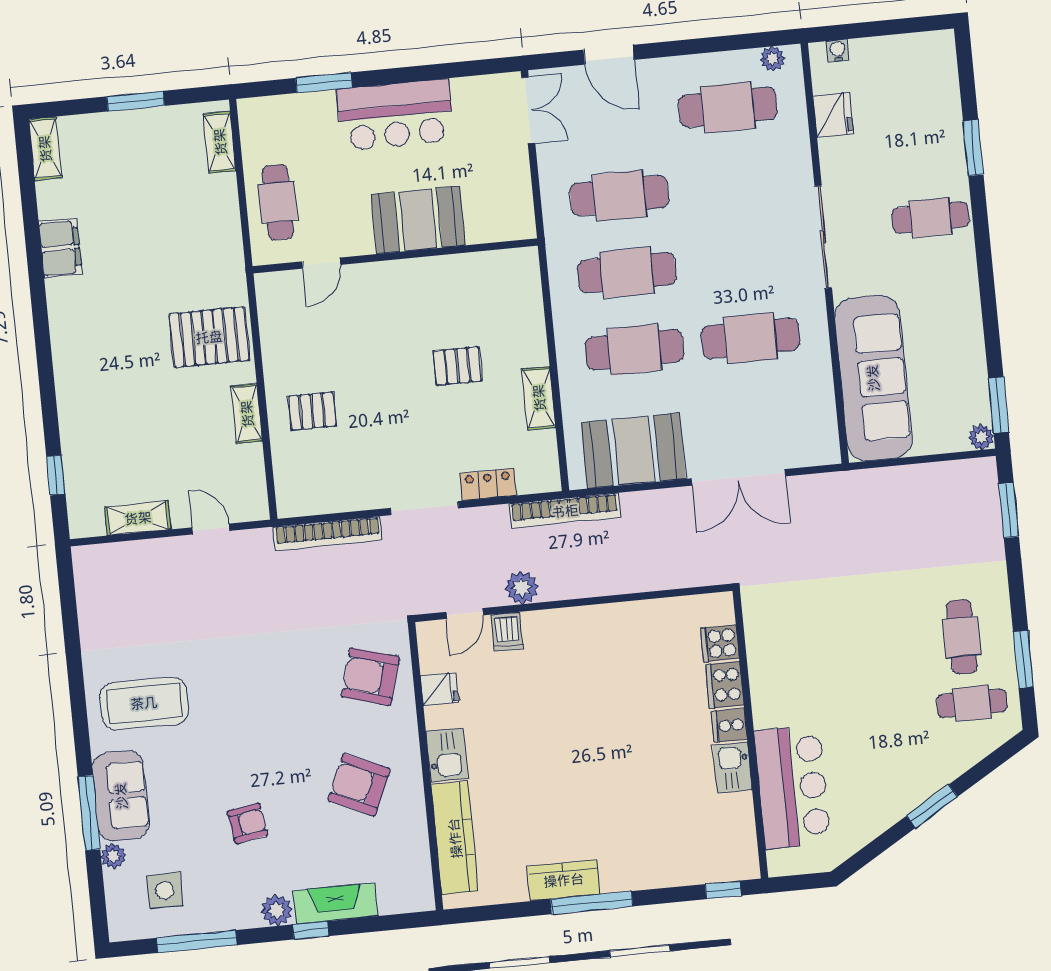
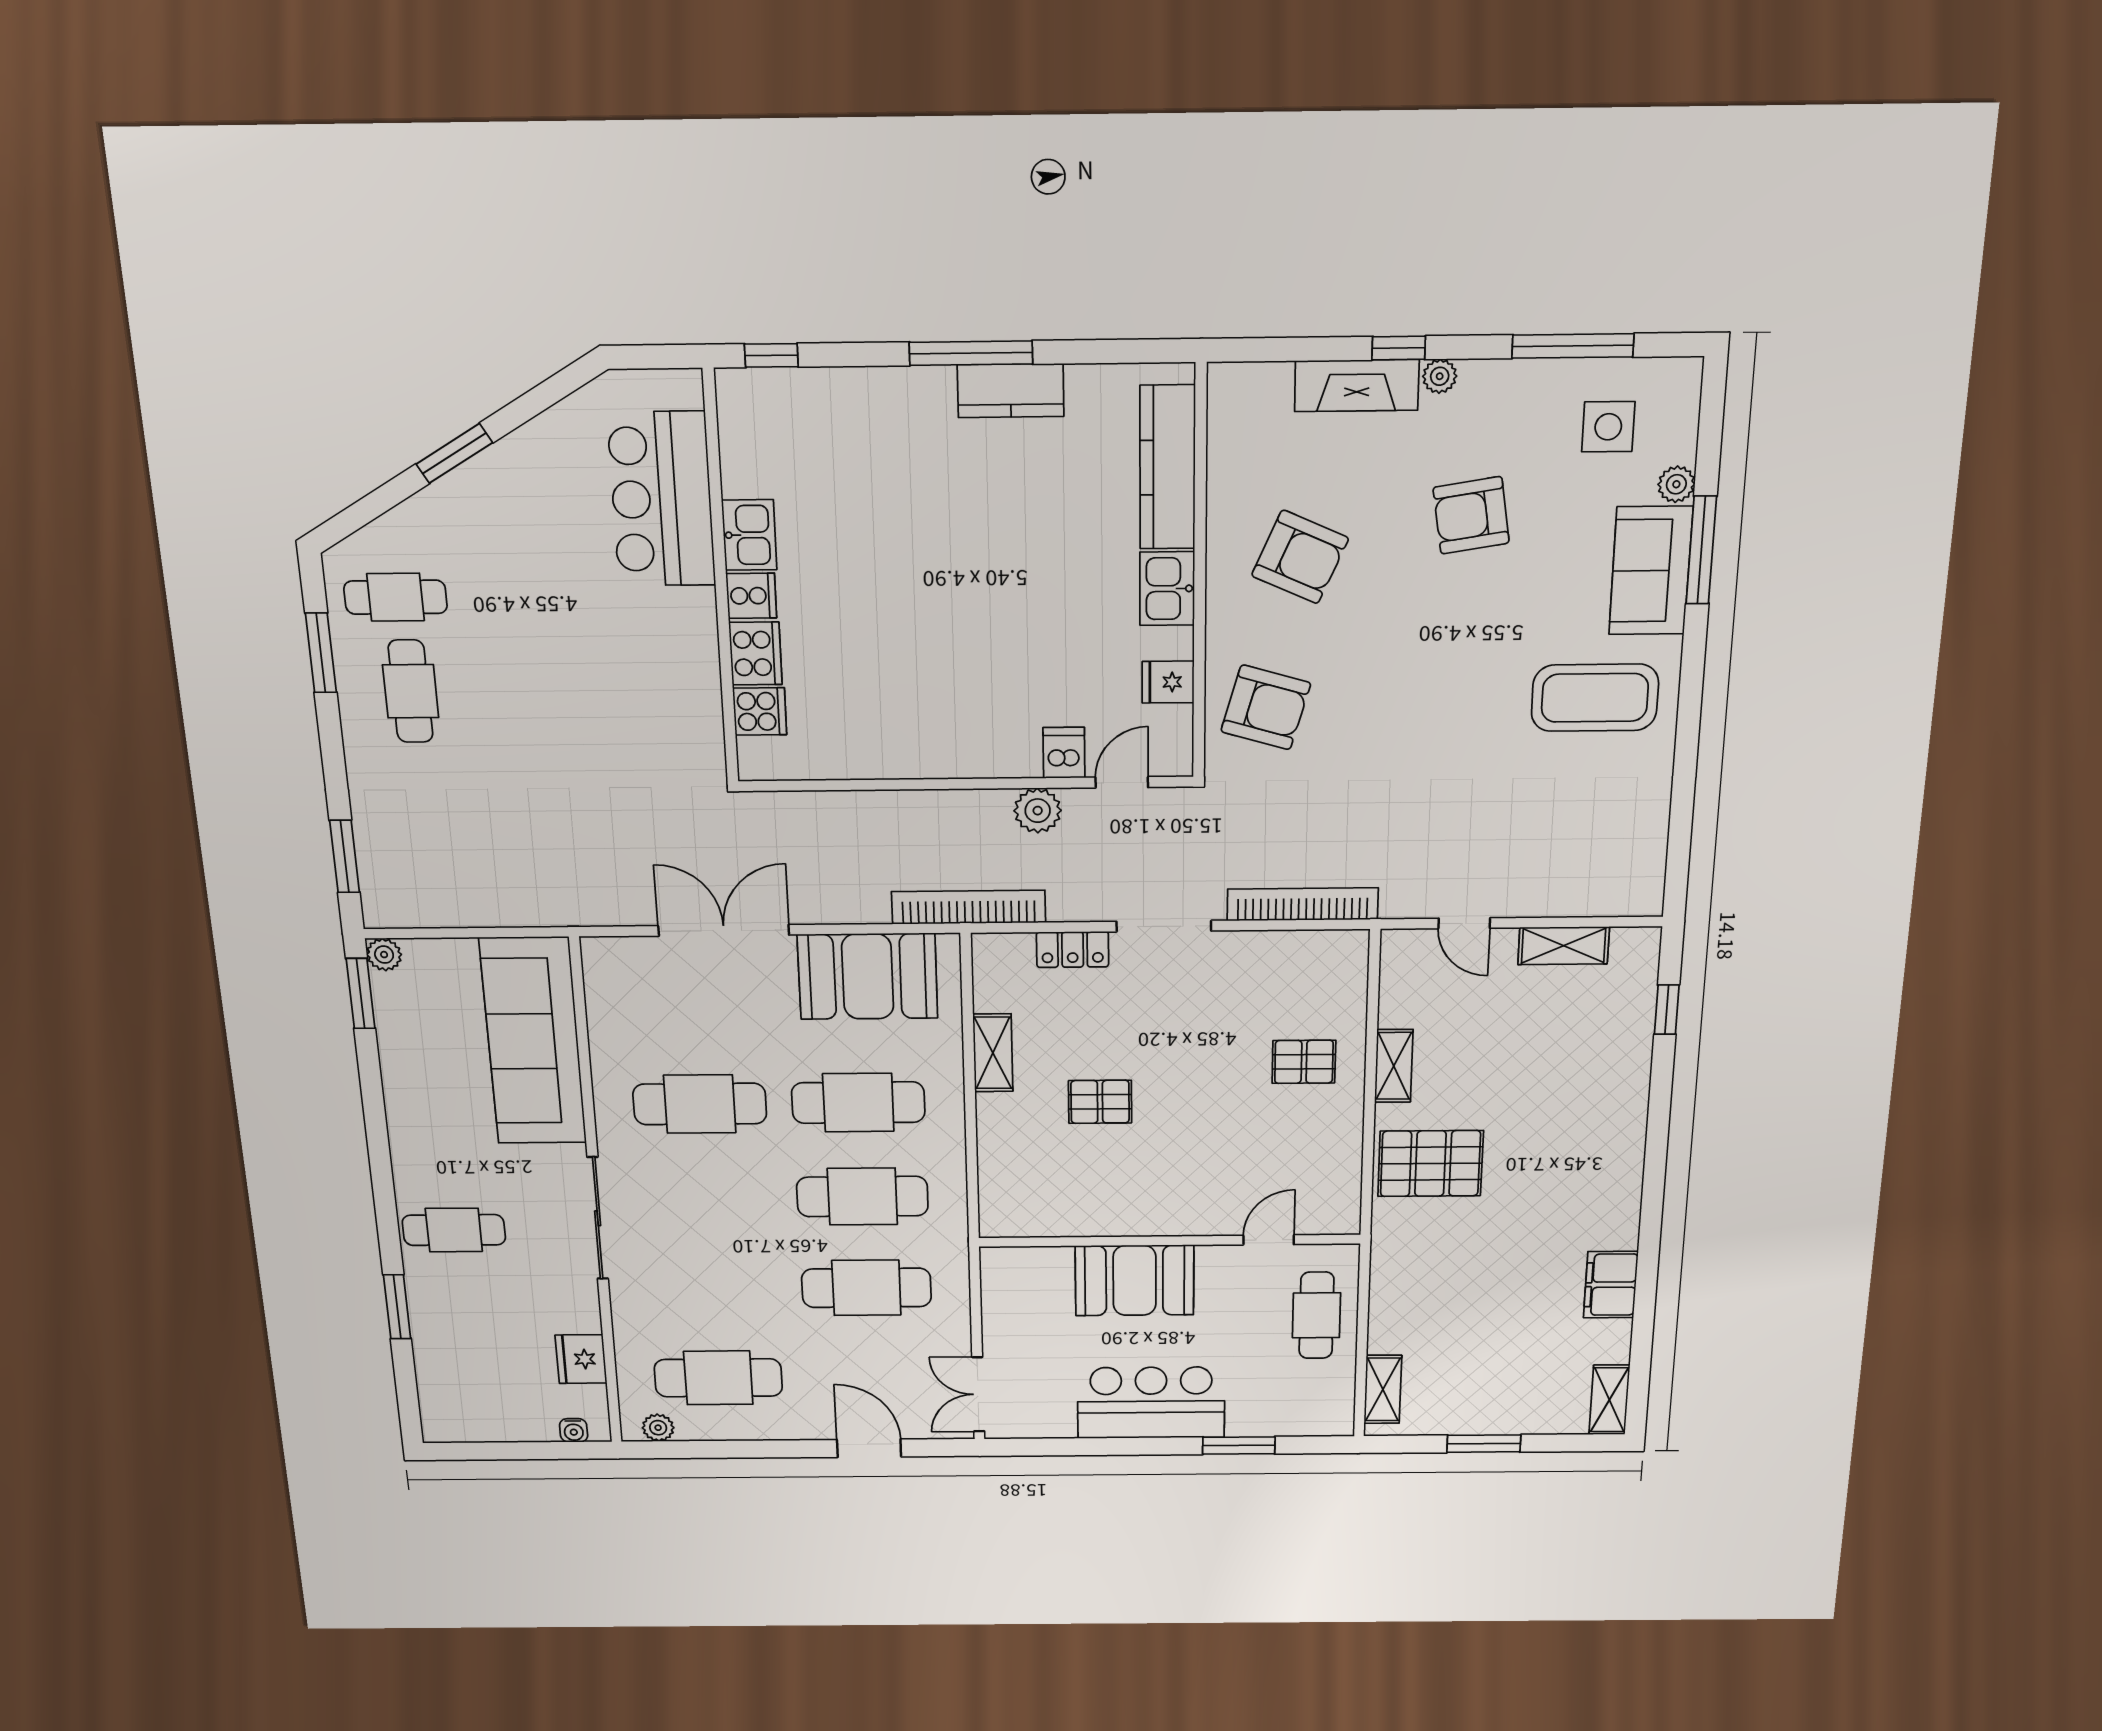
armchair: (247, 823) -> (1471, 515), width x1.38, depth x1.38
plant: (277, 910) -> (1440, 376), width x0.73, depth x0.73

